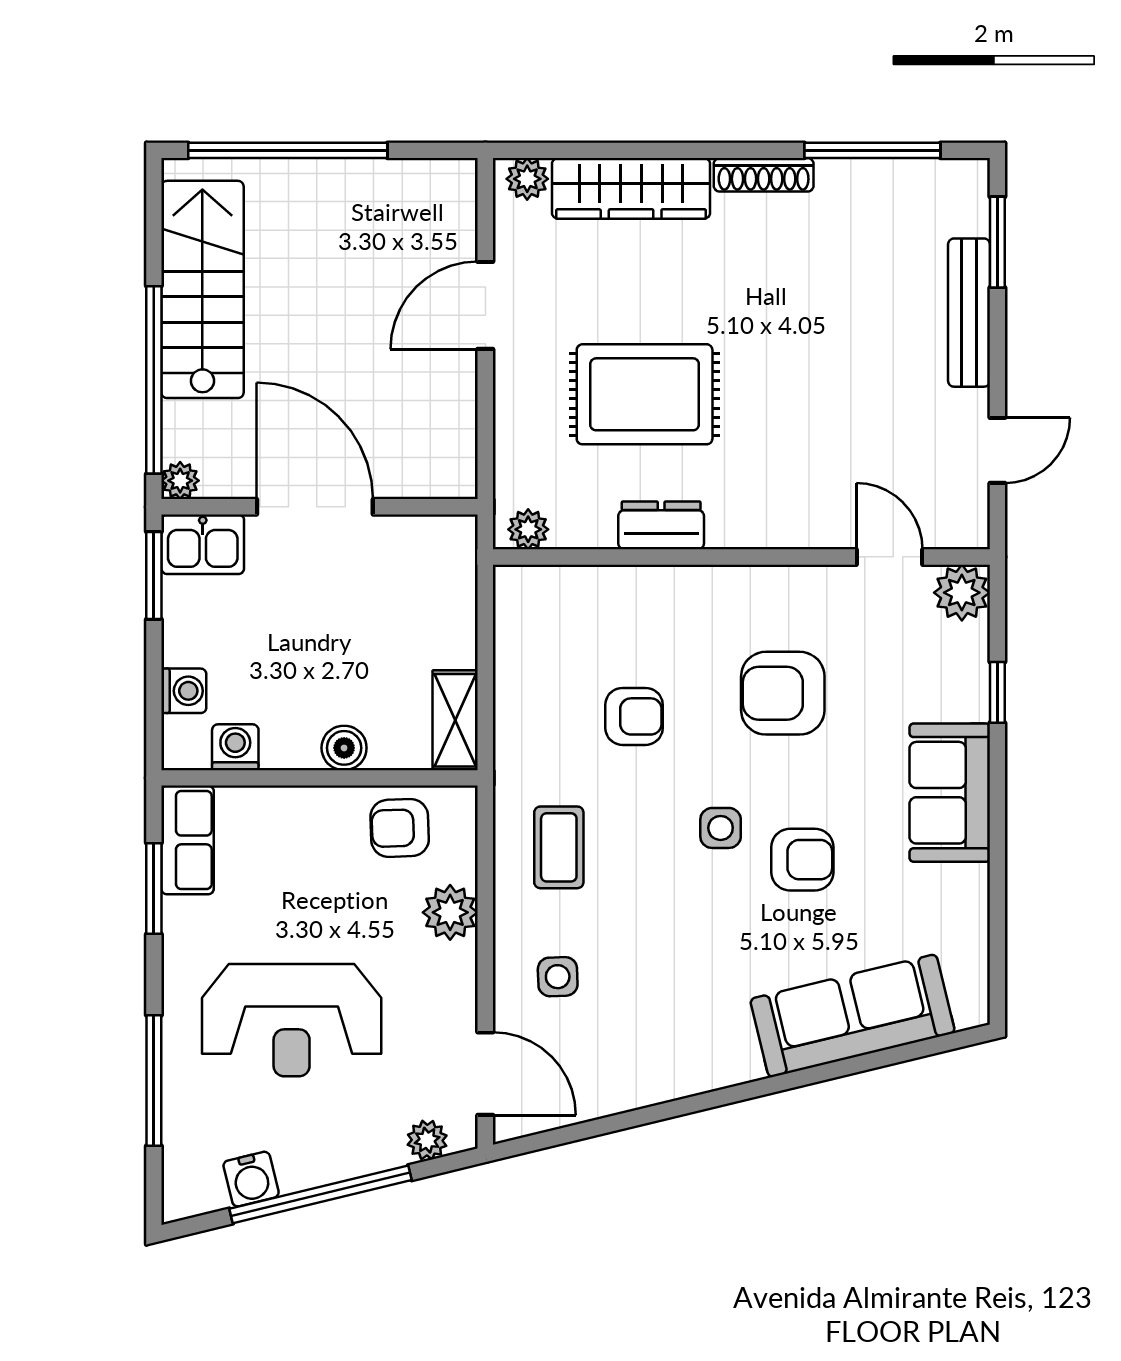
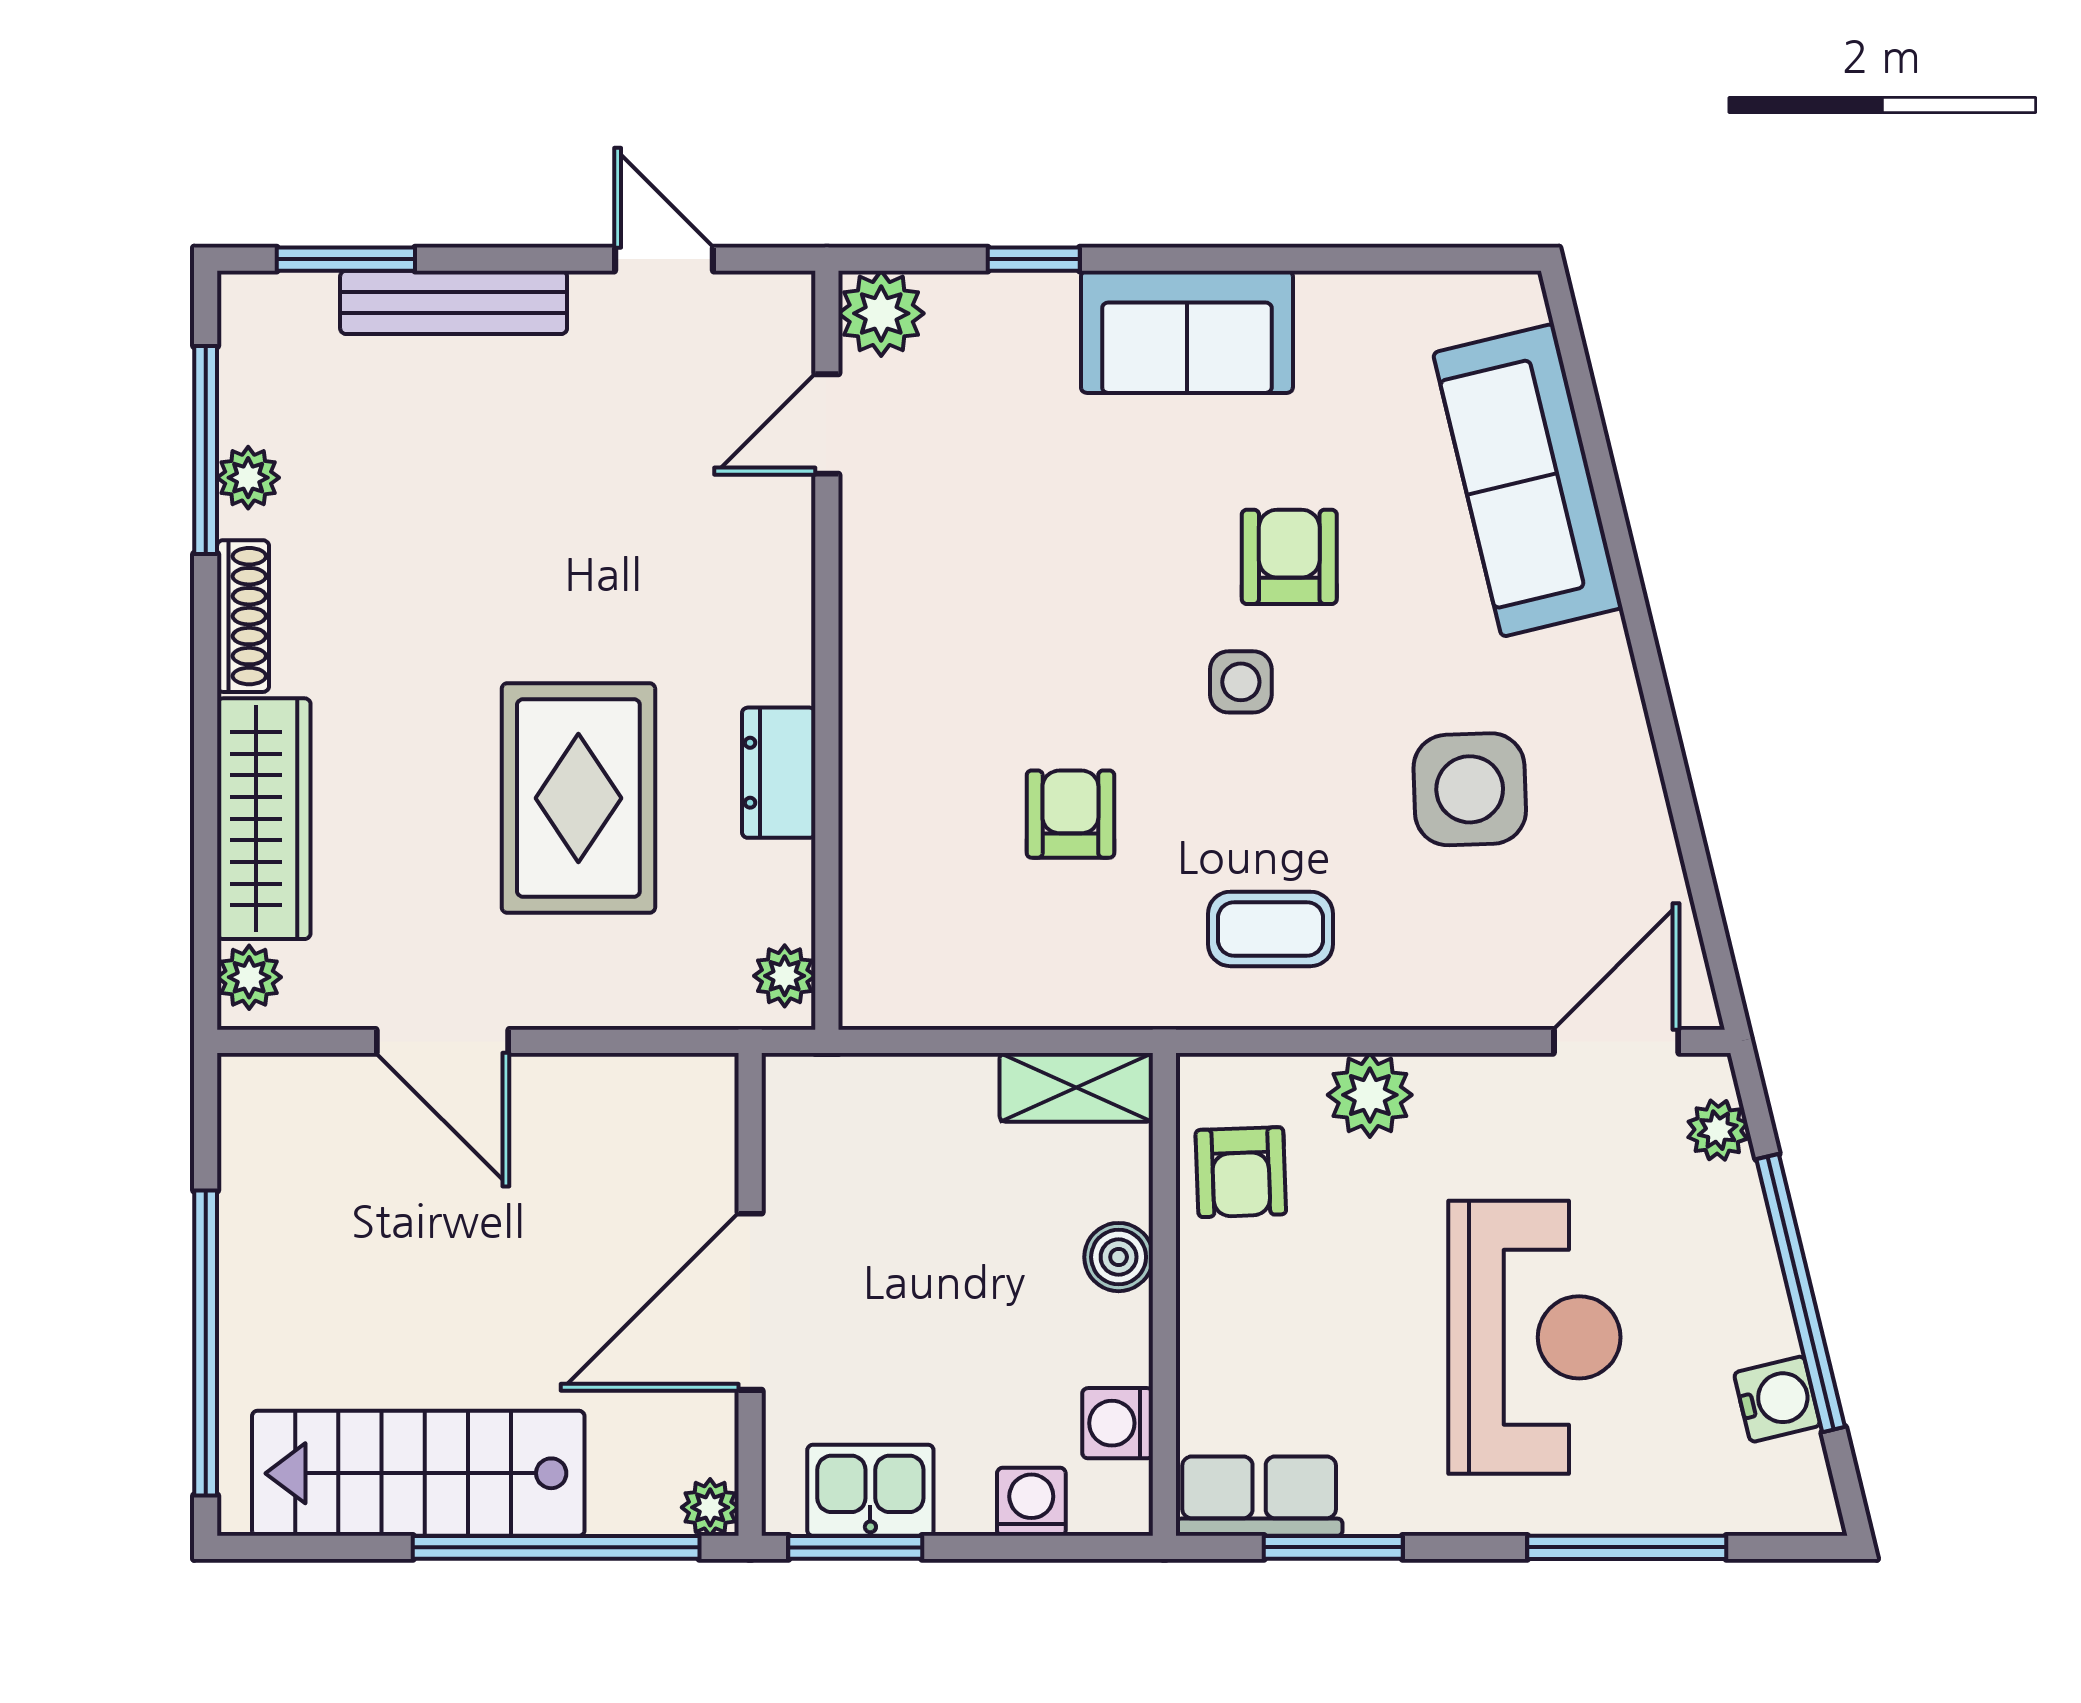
plant: (854, 178) -> (248, 478), added
kitchen sink: (203, 544) -> (870, 1490), moved, turned -90
armchair: (783, 693) -> (1035, 587), removed
side table: (558, 977) -> (1470, 789), moved, width x1.87, depth x1.87

